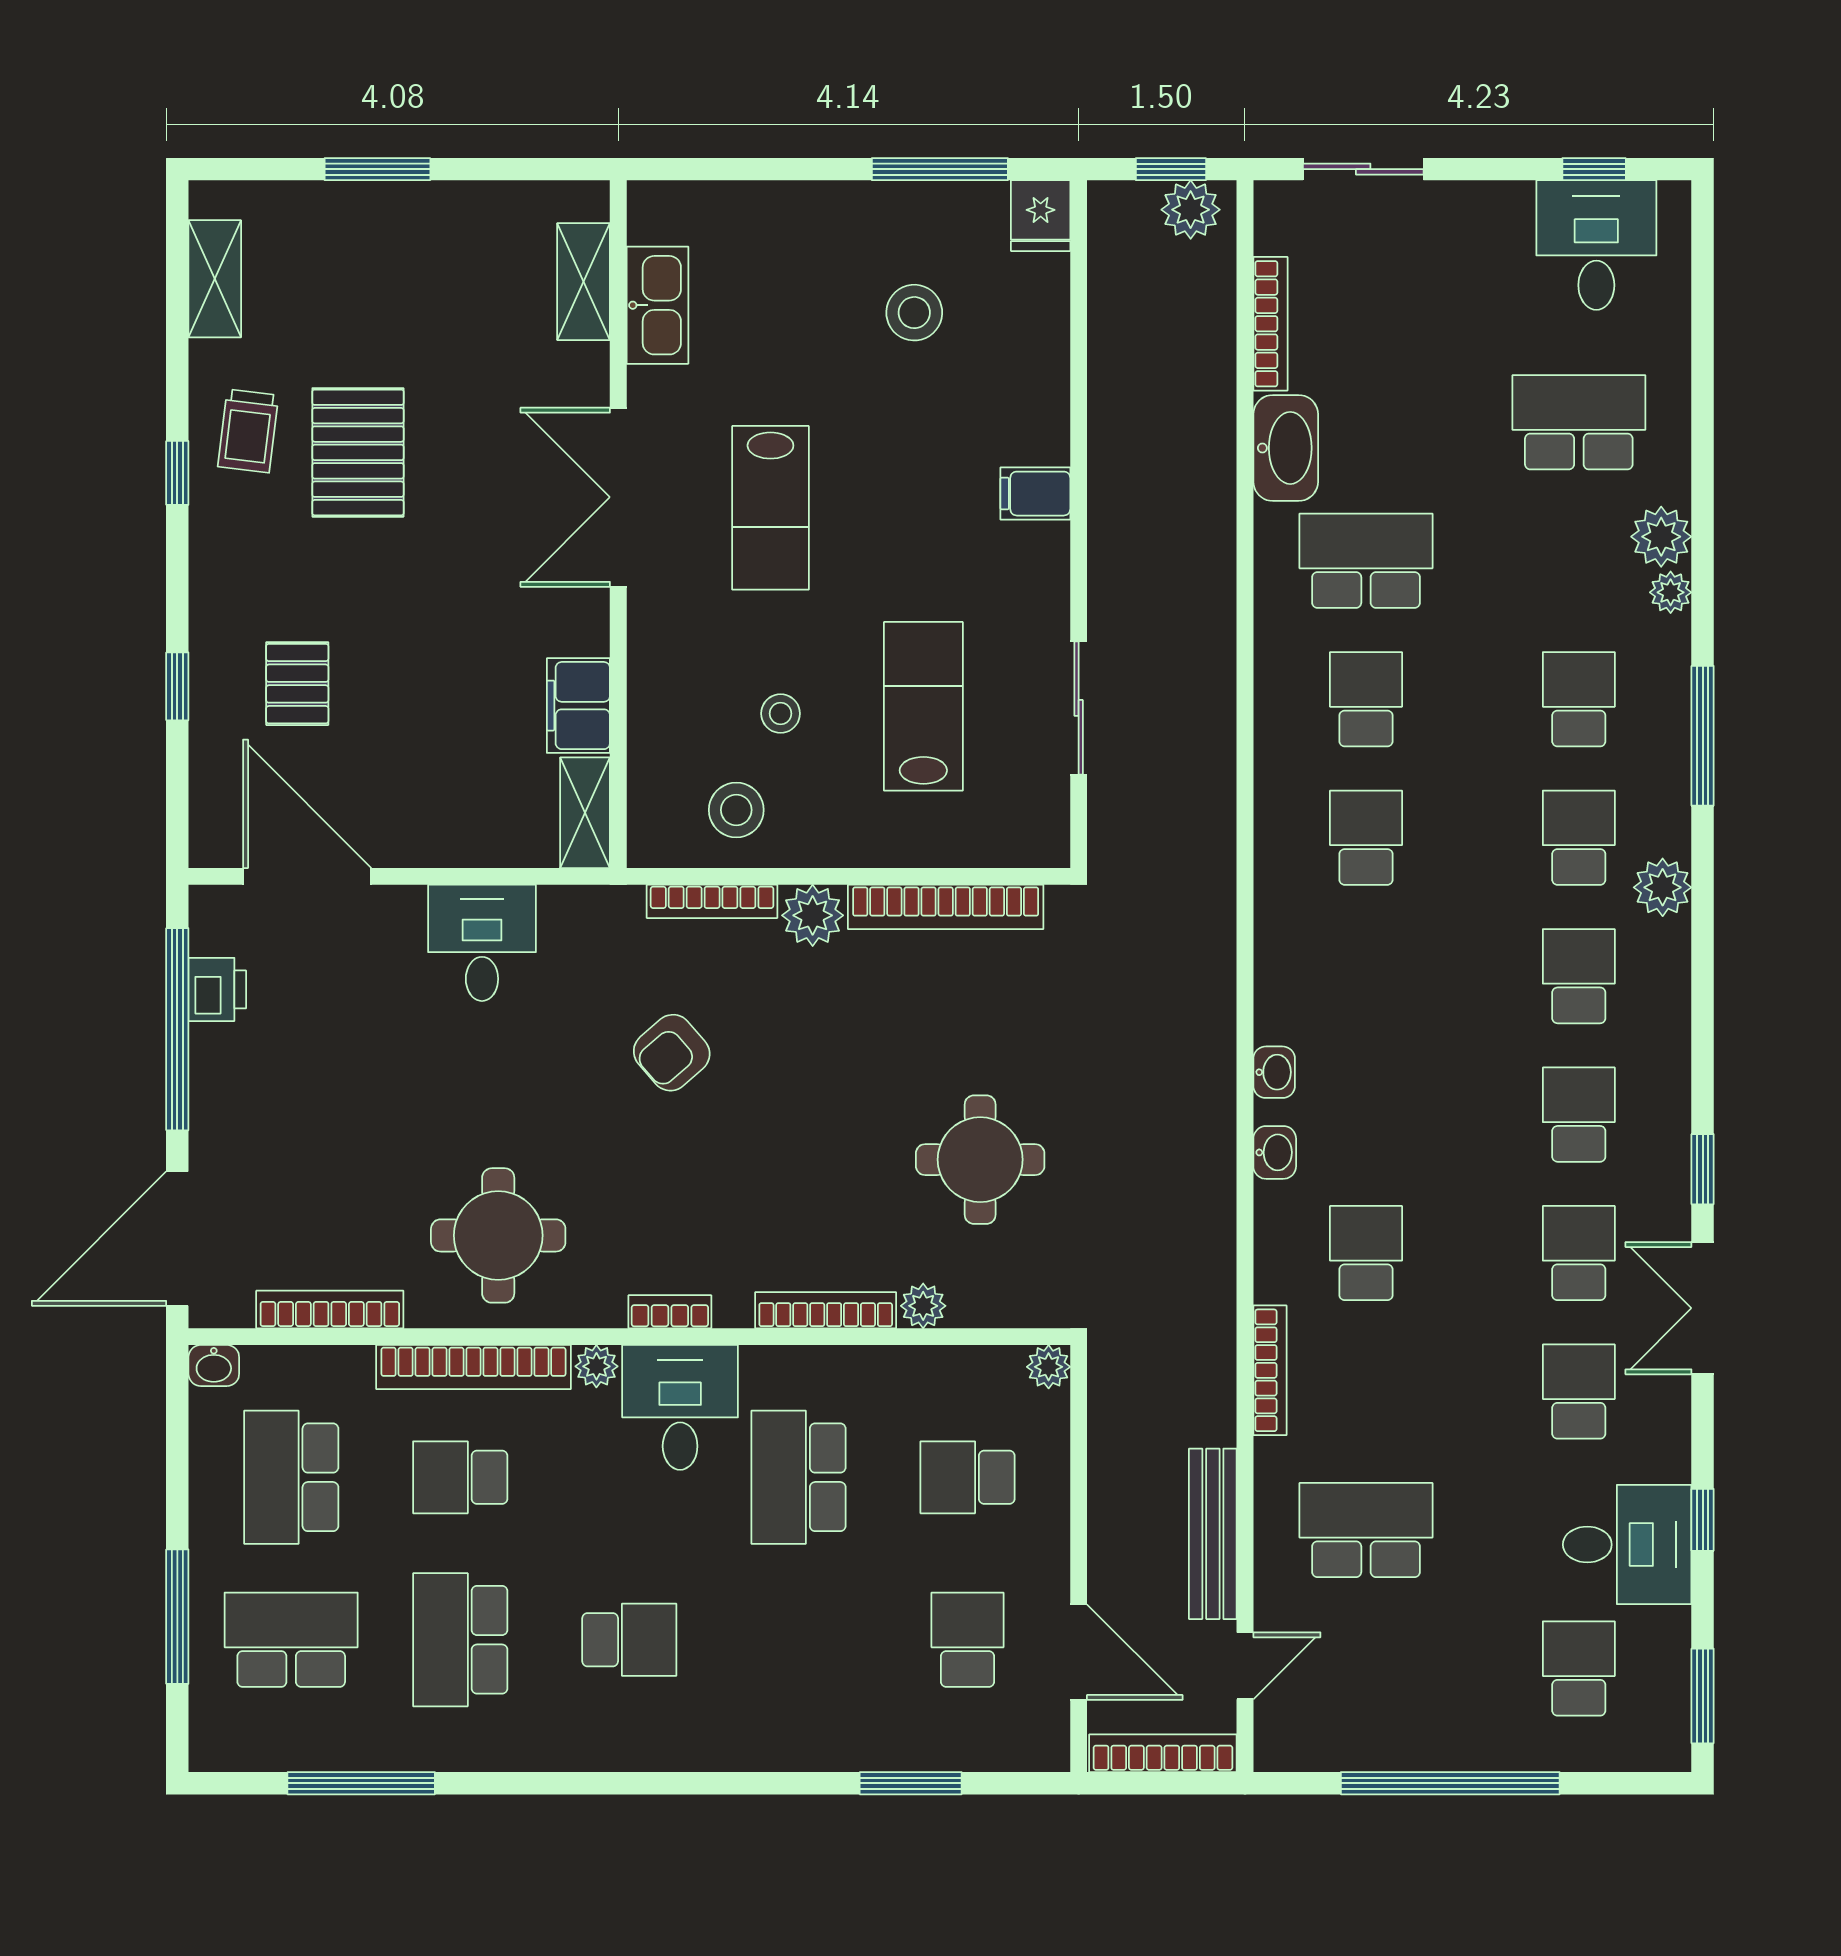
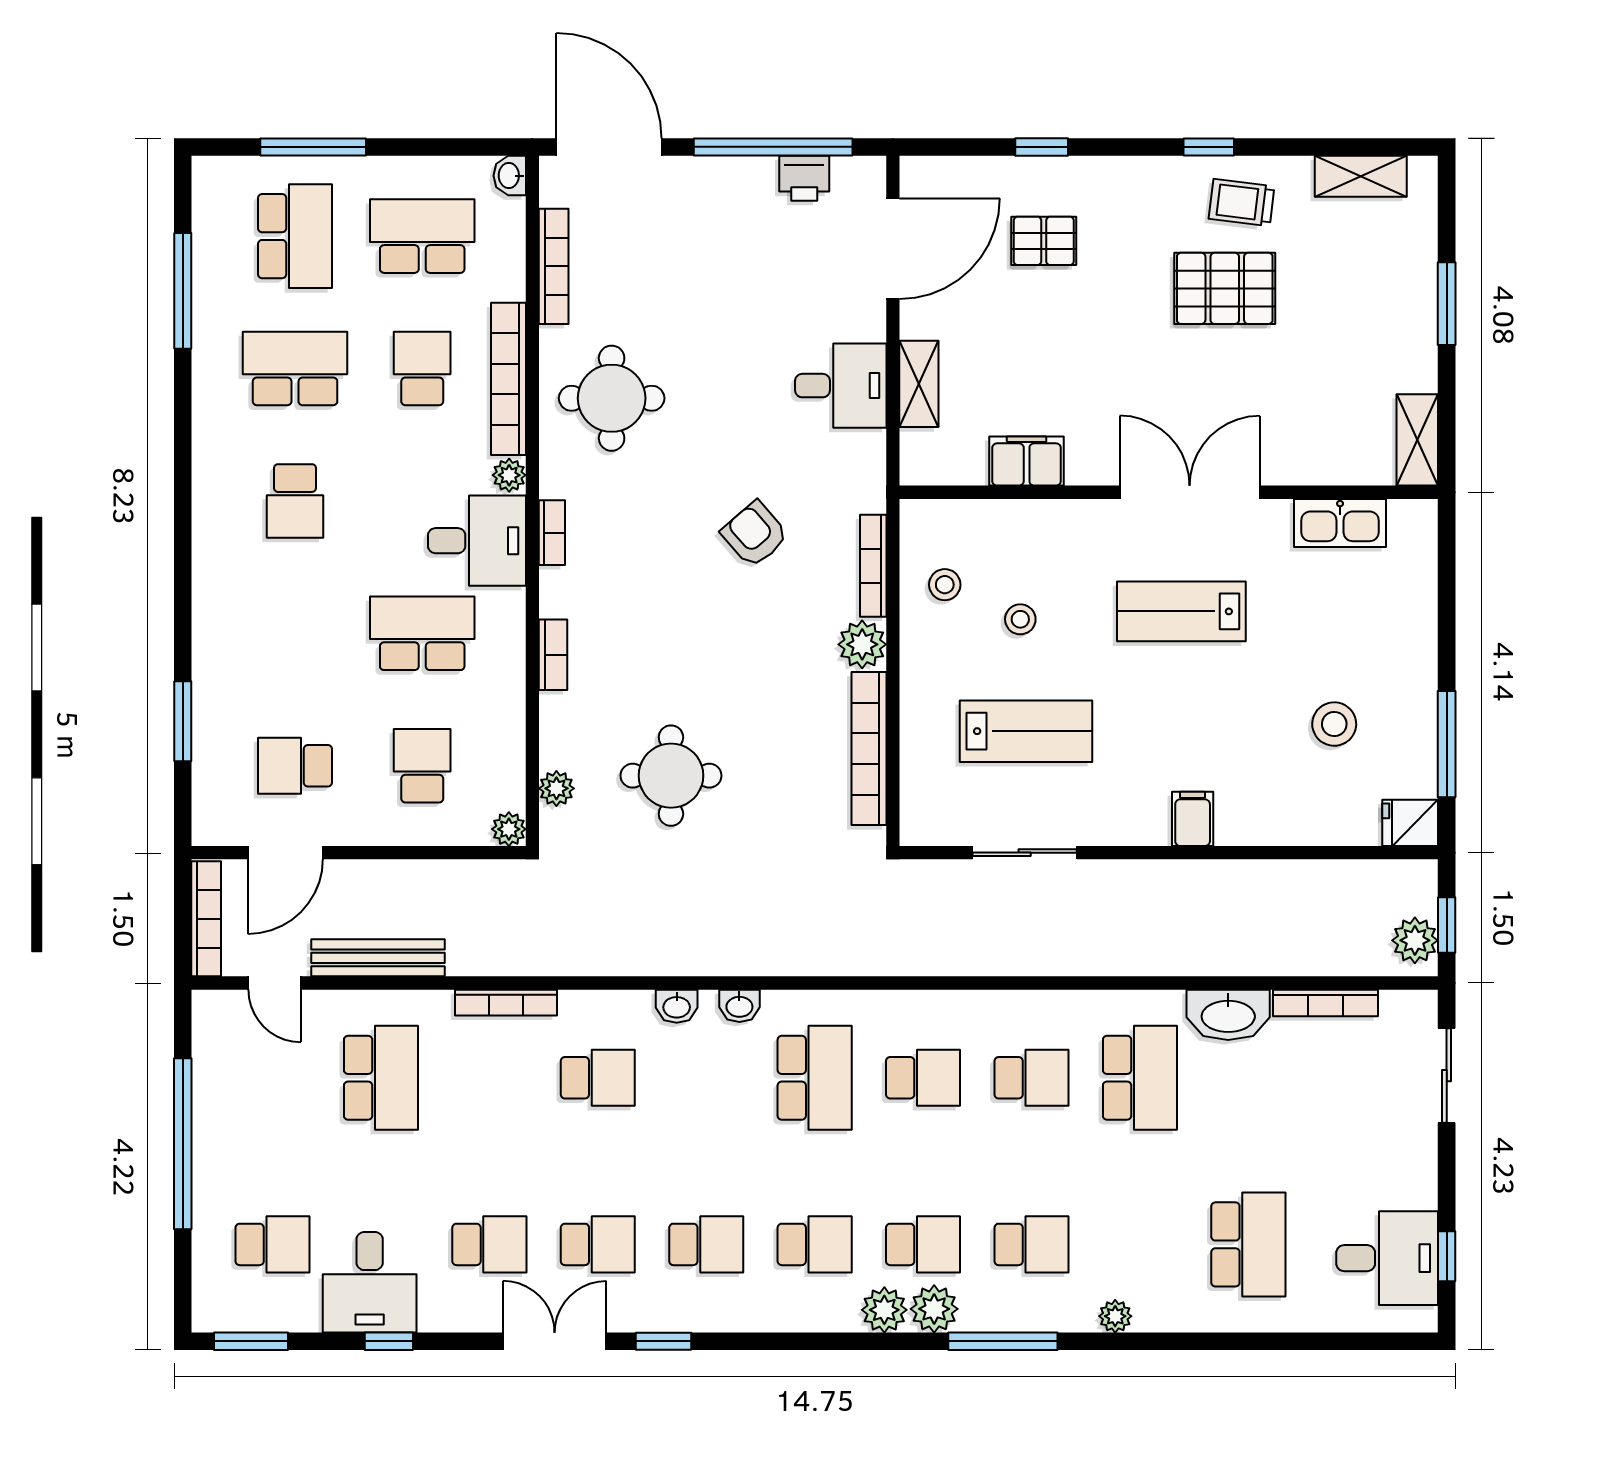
shelving: (584, 282) -> (1417, 440), moved, turned 90
plant: (1661, 537) -> (934, 1309), moved
stool: (736, 810) -> (945, 585), width x0.73, depth x0.73
shelving: (585, 813) -> (919, 384), moved, turned 90
school desk: (1366, 976) -> (815, 1078), added
plant: (923, 1306) -> (556, 788), moved
bookcase: (826, 1310) -> (553, 655), width x0.64
school desk: (968, 1640) -> (295, 766), turned 180

